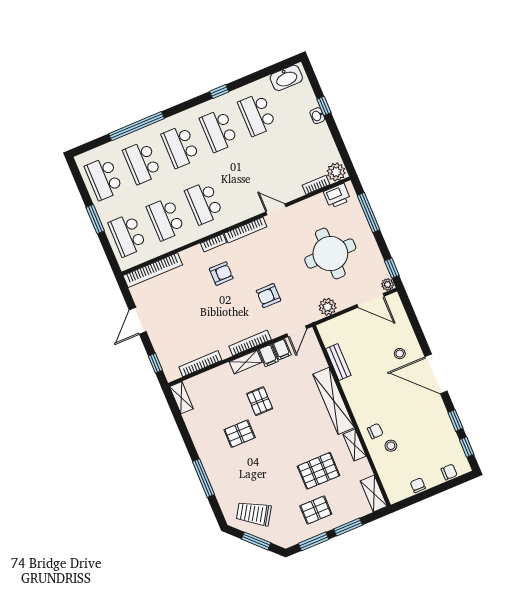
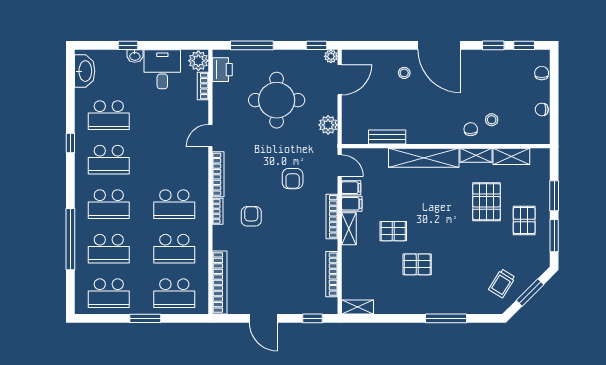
desk: (316, 144) -> (162, 69), added
door: (436, 374) -> (439, 45), hinge flipped
pallet: (240, 434) -> (417, 264), turned 90
shelving: (374, 494) -> (511, 156), moved
trolley: (254, 514) -> (502, 283), width x0.73, depth x0.72

